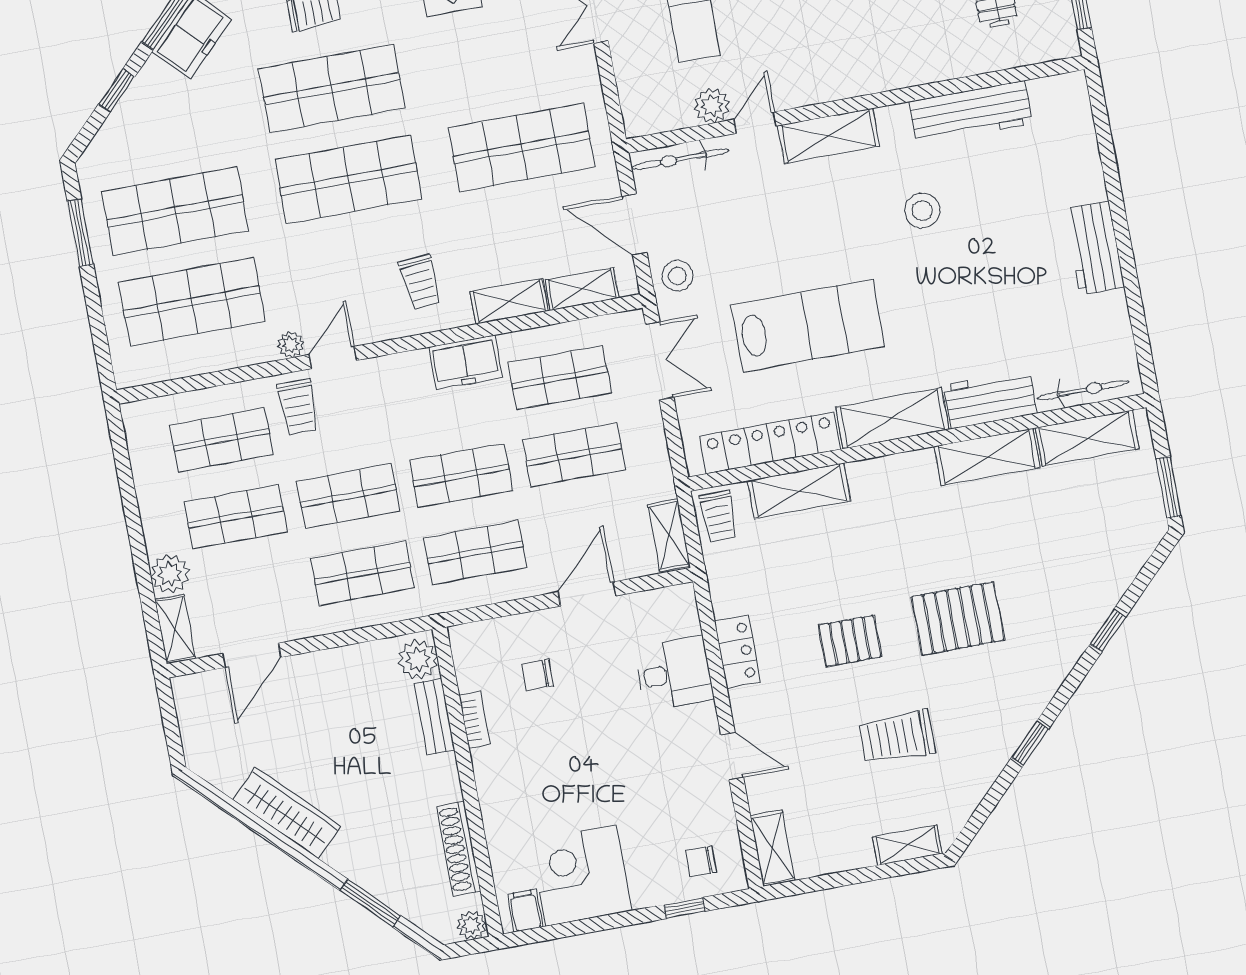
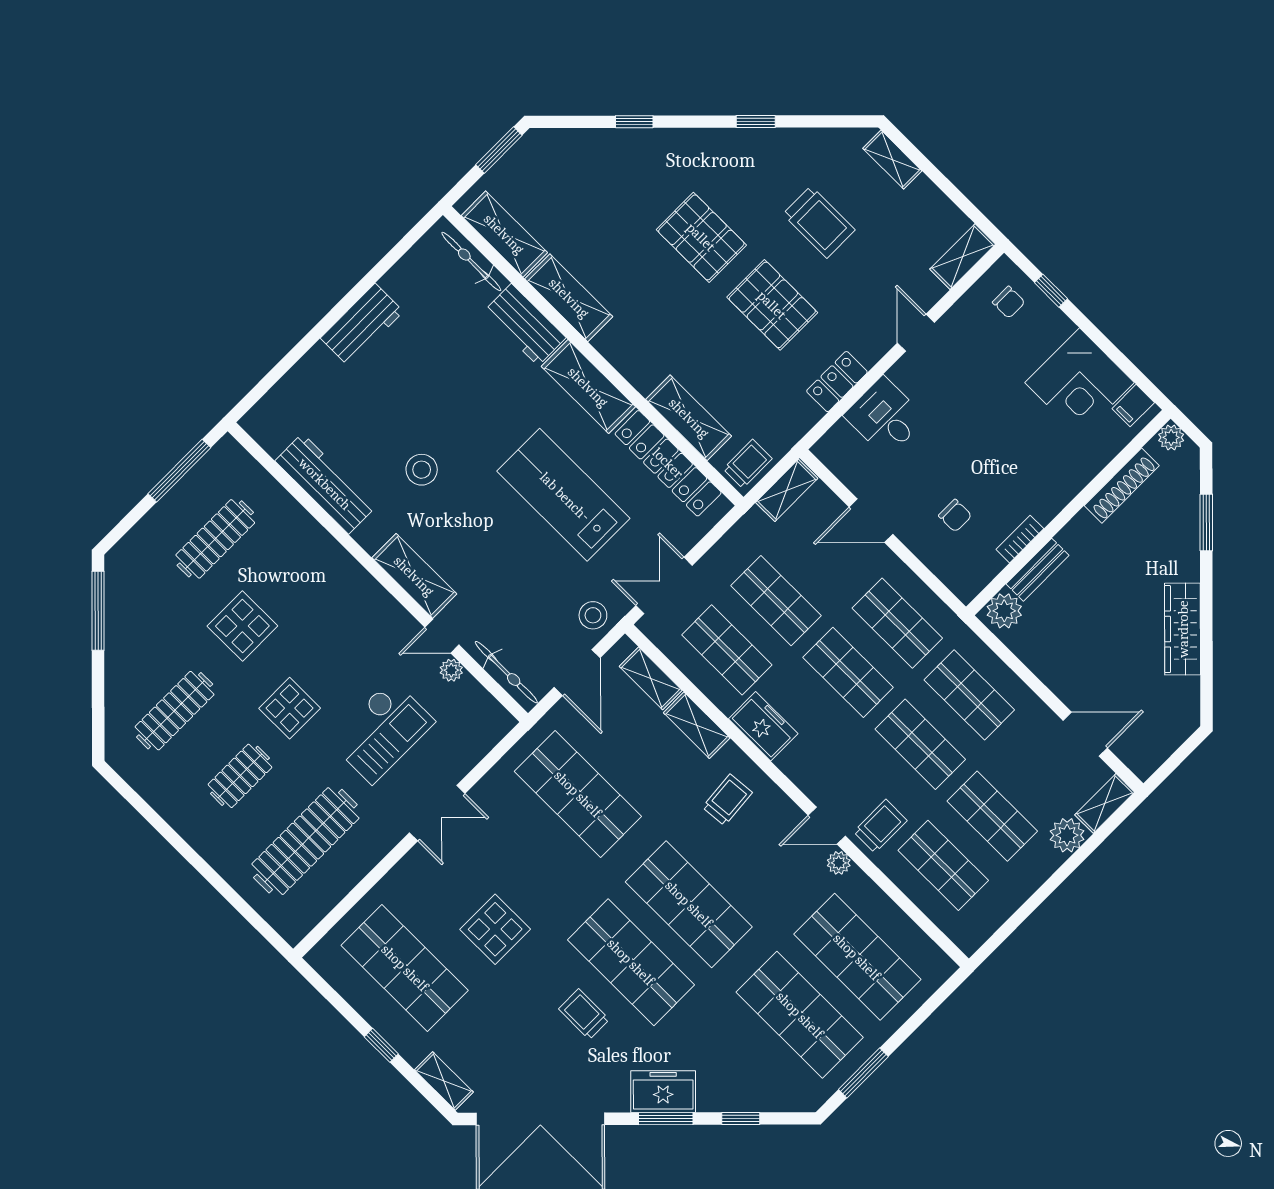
plant: (712, 106) -> (451, 670), width x0.73, depth x0.73
pallet: (850, 641) -> (772, 305), width x1.50, depth x1.42

